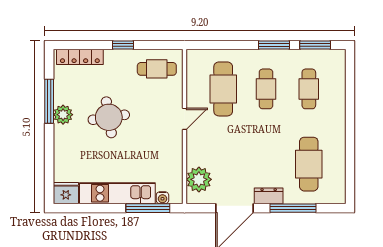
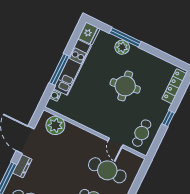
window: (49, 101) -> (125, 37), moved
plant: (63, 115) -> (122, 47), moved
door: (184, 119) -> (116, 143), moved
window: (148, 208) -> (59, 70), moved

